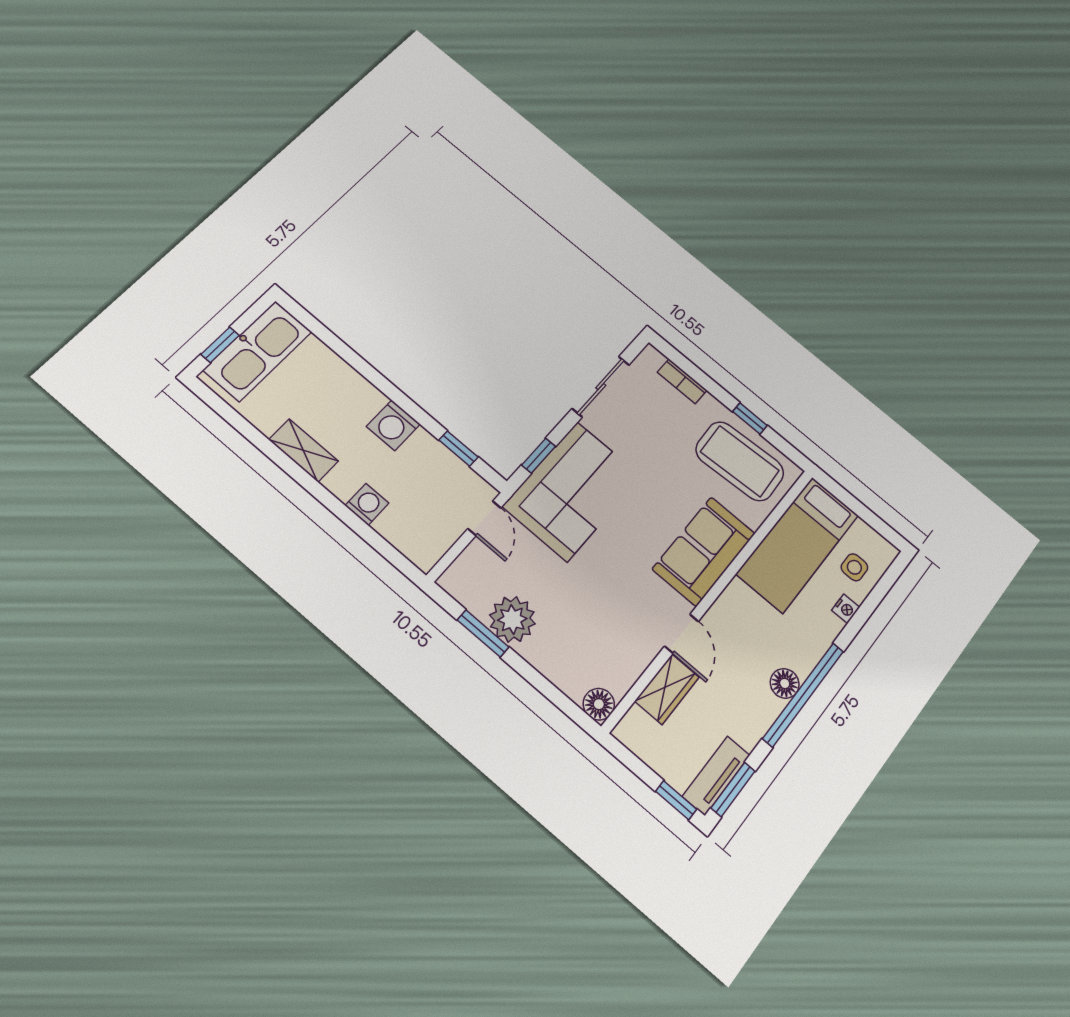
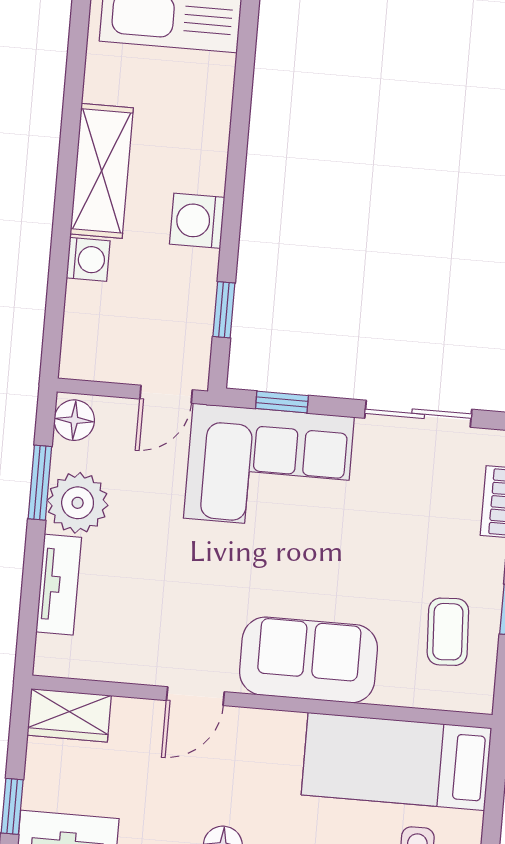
shelving: (303, 450) -> (102, 171), width x1.50, depth x1.33
coffee table: (740, 461) -> (448, 632), width x0.54, depth x0.58
tv unit: (555, 668) -> (59, 585), added
wardrobe: (667, 689) -> (69, 715), moved
floor lamp: (599, 704) -> (74, 420), moved

